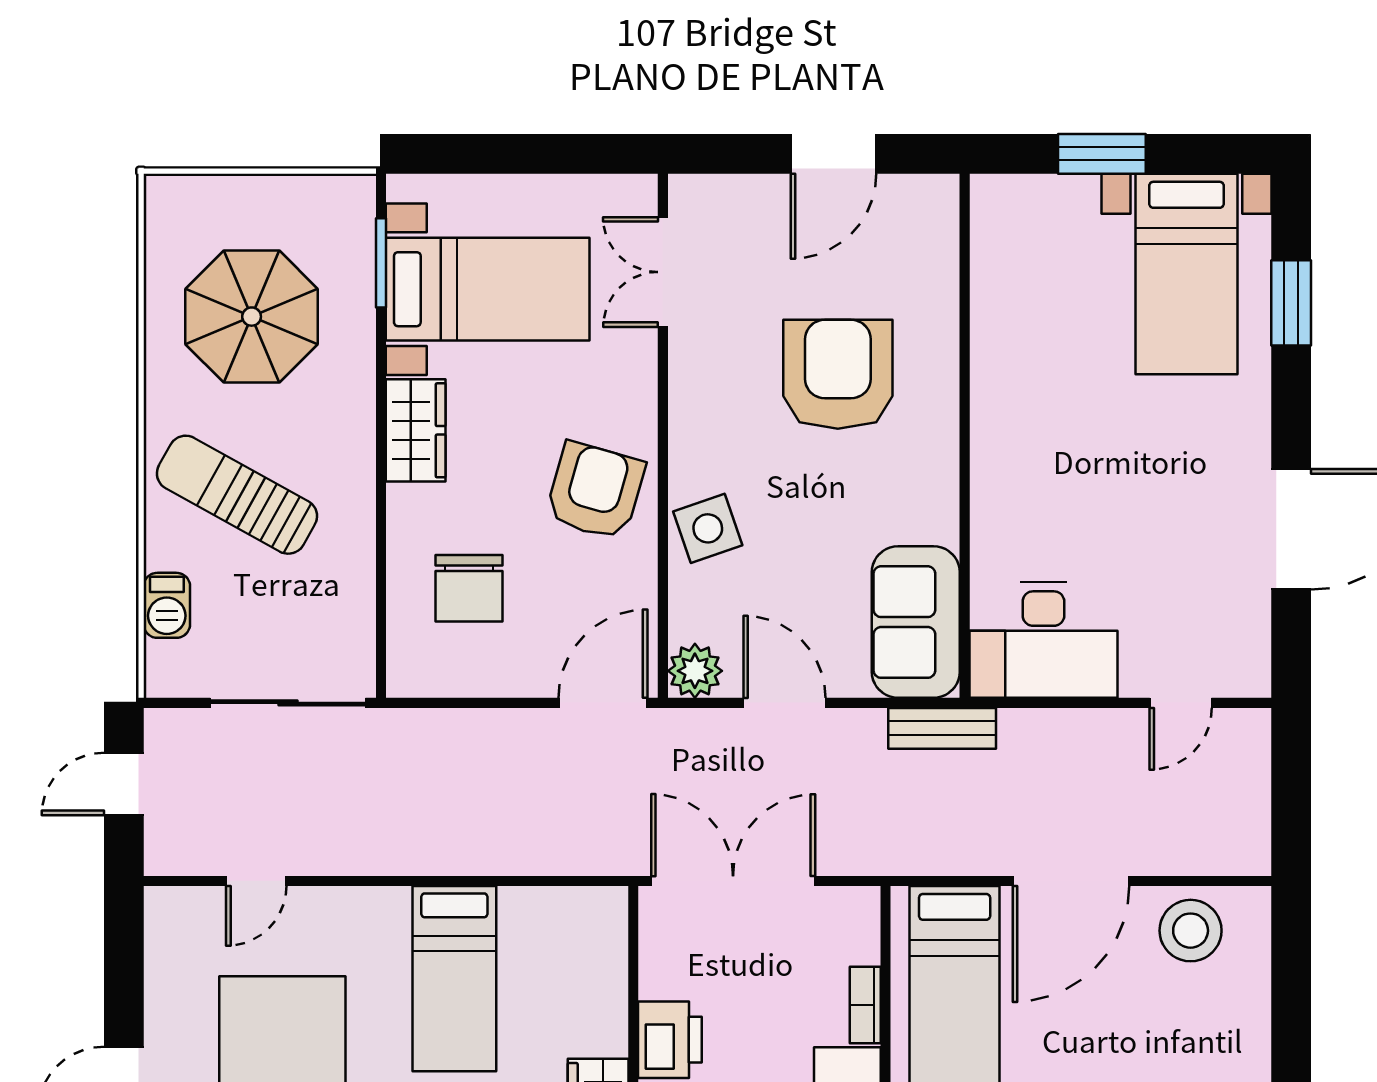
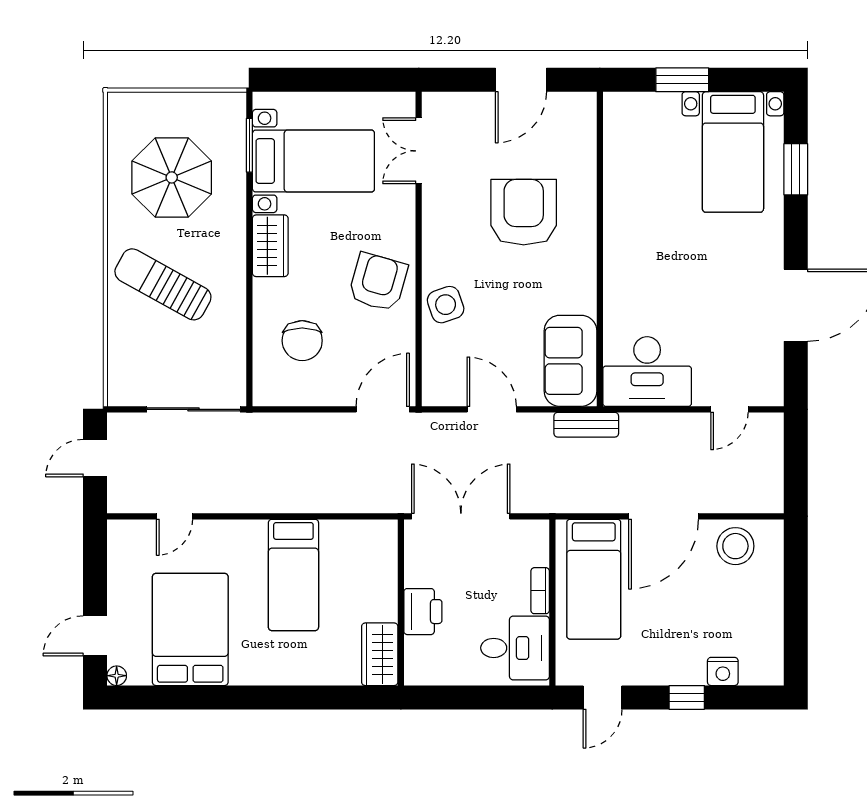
barbecue: (167, 605) -> (121, 351), removed
plant: (695, 671) -> (438, 390), removed

